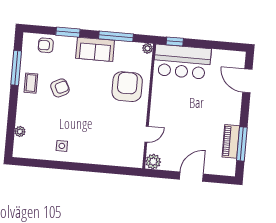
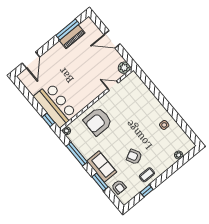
sofa: (95, 49) -> (102, 167), moved
window: (16, 68) -> (147, 191), width x0.46

